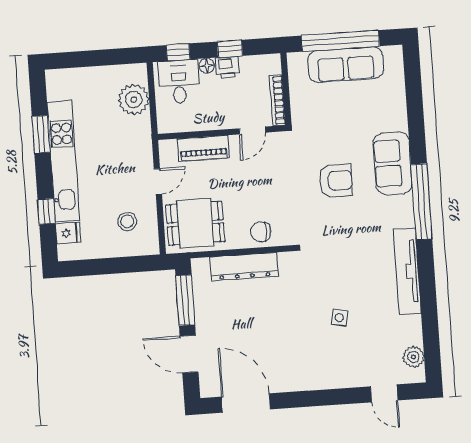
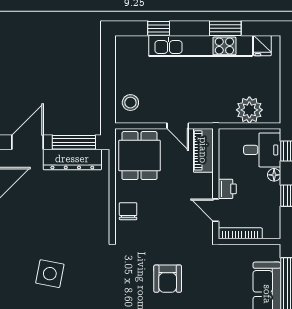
printer: (227, 67) -> (227, 189), moved, turned 180
piano: (203, 148) -> (203, 150), moved
stool: (127, 221) -> (130, 103), moved
fridge: (68, 233) -> (262, 46), moved
dresser: (244, 267) -> (72, 159), moved, turned -90
side table: (339, 318) -> (50, 274), width x1.87, depth x1.87

